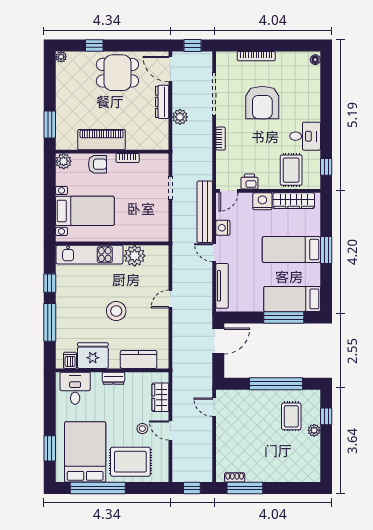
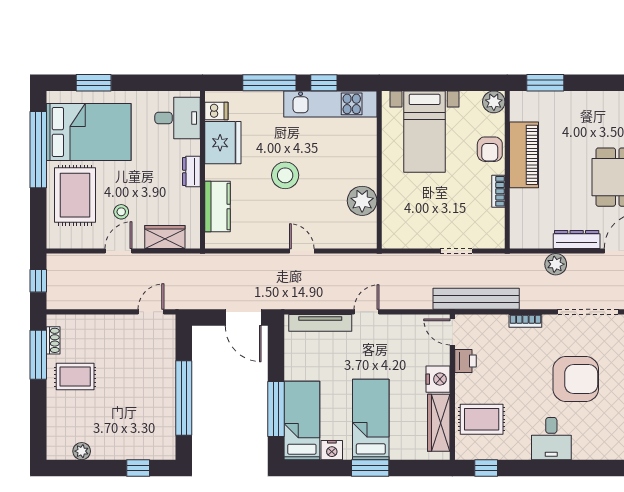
armchair: (262, 102) -> (576, 379), turned 180
desk: (305, 136) -> (551, 439), moved
bench: (205, 212) -> (476, 299), moved
nightstand: (223, 228) -> (332, 450), moved, turned 180
kitchen unit: (89, 255) -> (330, 104), moved, turned -90
rug: (291, 416) -> (75, 377), moved
plant: (314, 430) -> (82, 451), moved

